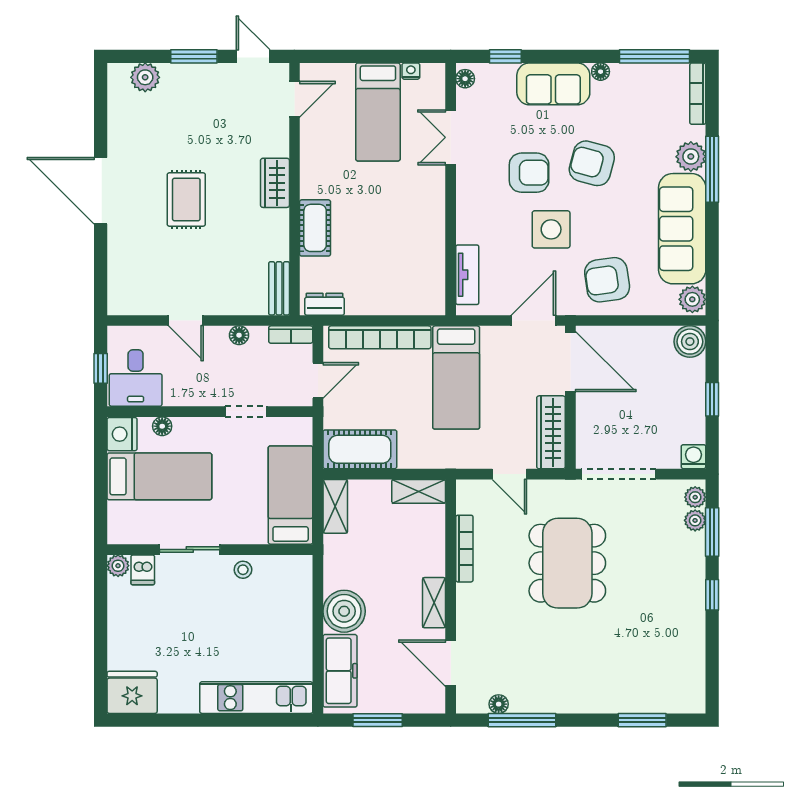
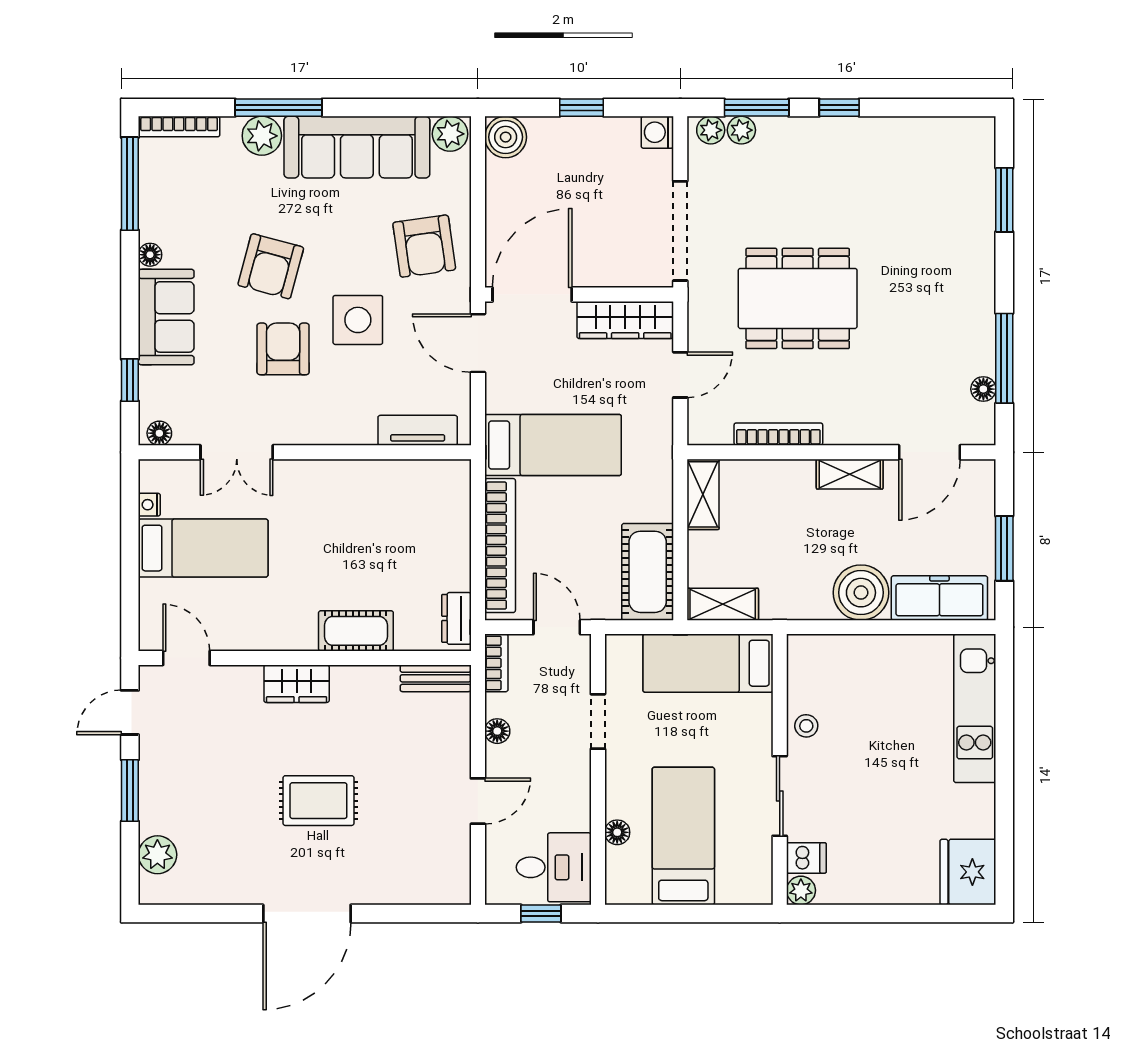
nightstand: (122, 434) -> (628, 885), removed

